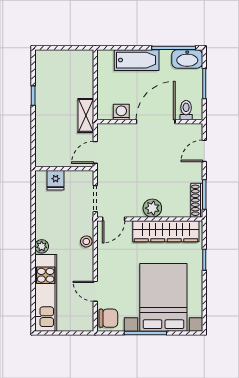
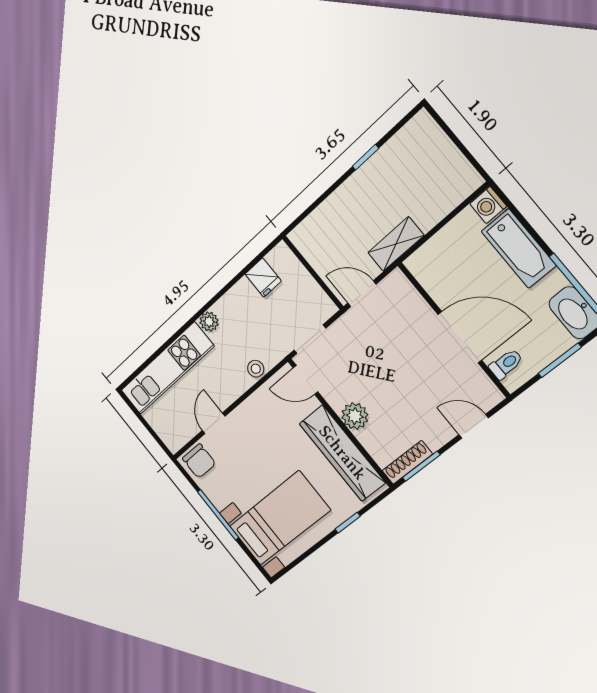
washing machine: (121, 112) -> (488, 205), moved, turned 180
fridge: (56, 180) -> (263, 278), moved, turned -90
bed with nightstands: (163, 297) -> (280, 518), width x0.73

